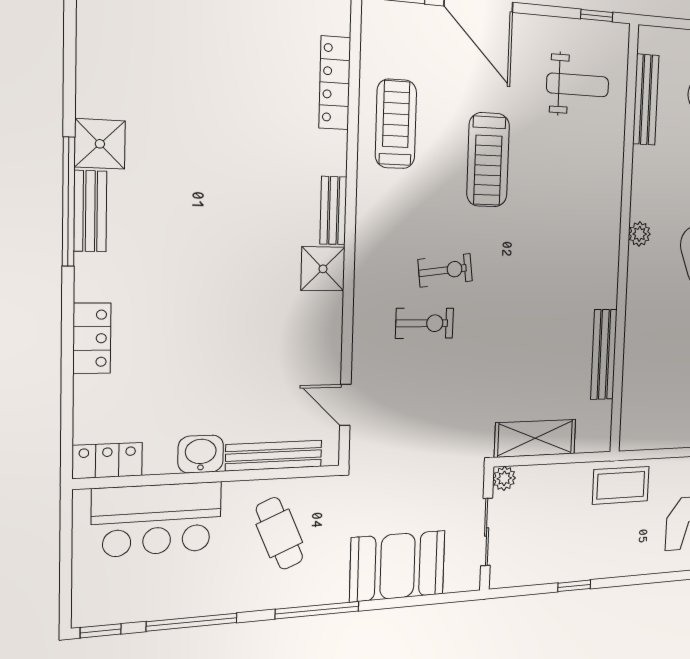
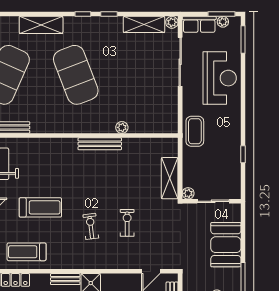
plant: (640, 234) -> (122, 127), moved
exercise bike: (425, 323) -> (127, 223), moved
bench: (604, 354) -> (100, 144), moved

